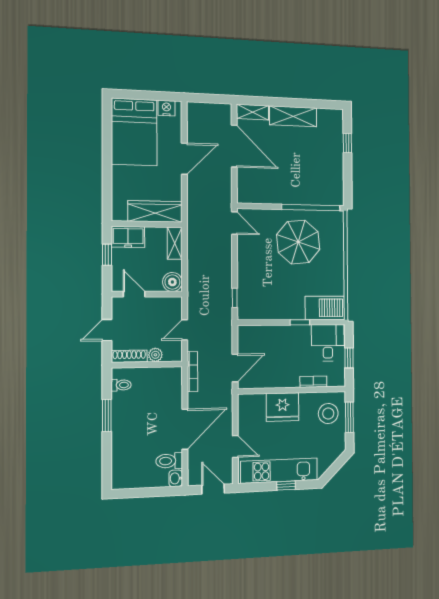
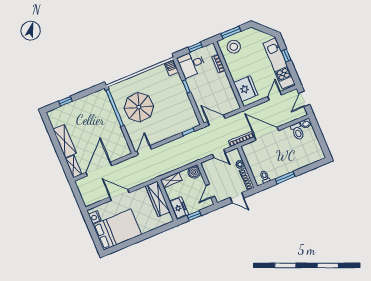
barbecue: (325, 308) -> (171, 68), width x0.53, depth x0.65
door: (235, 368) -> (216, 120), moved
fridge: (283, 407) -> (246, 89), moved
door: (185, 429) -> (266, 134), moved

